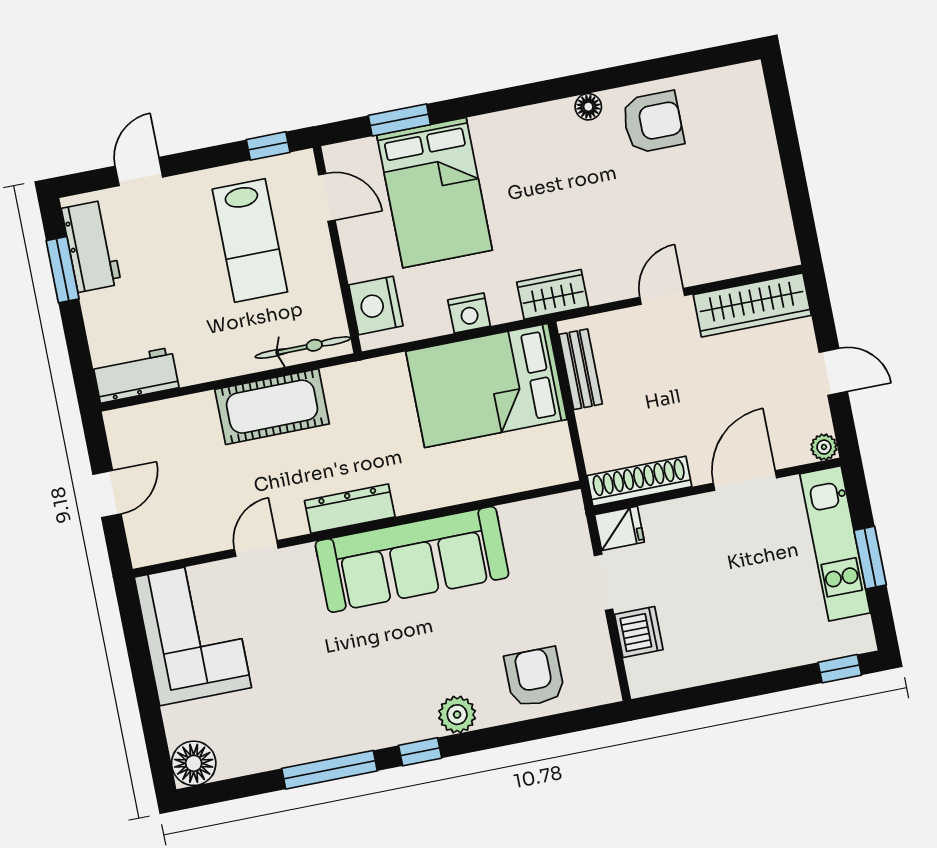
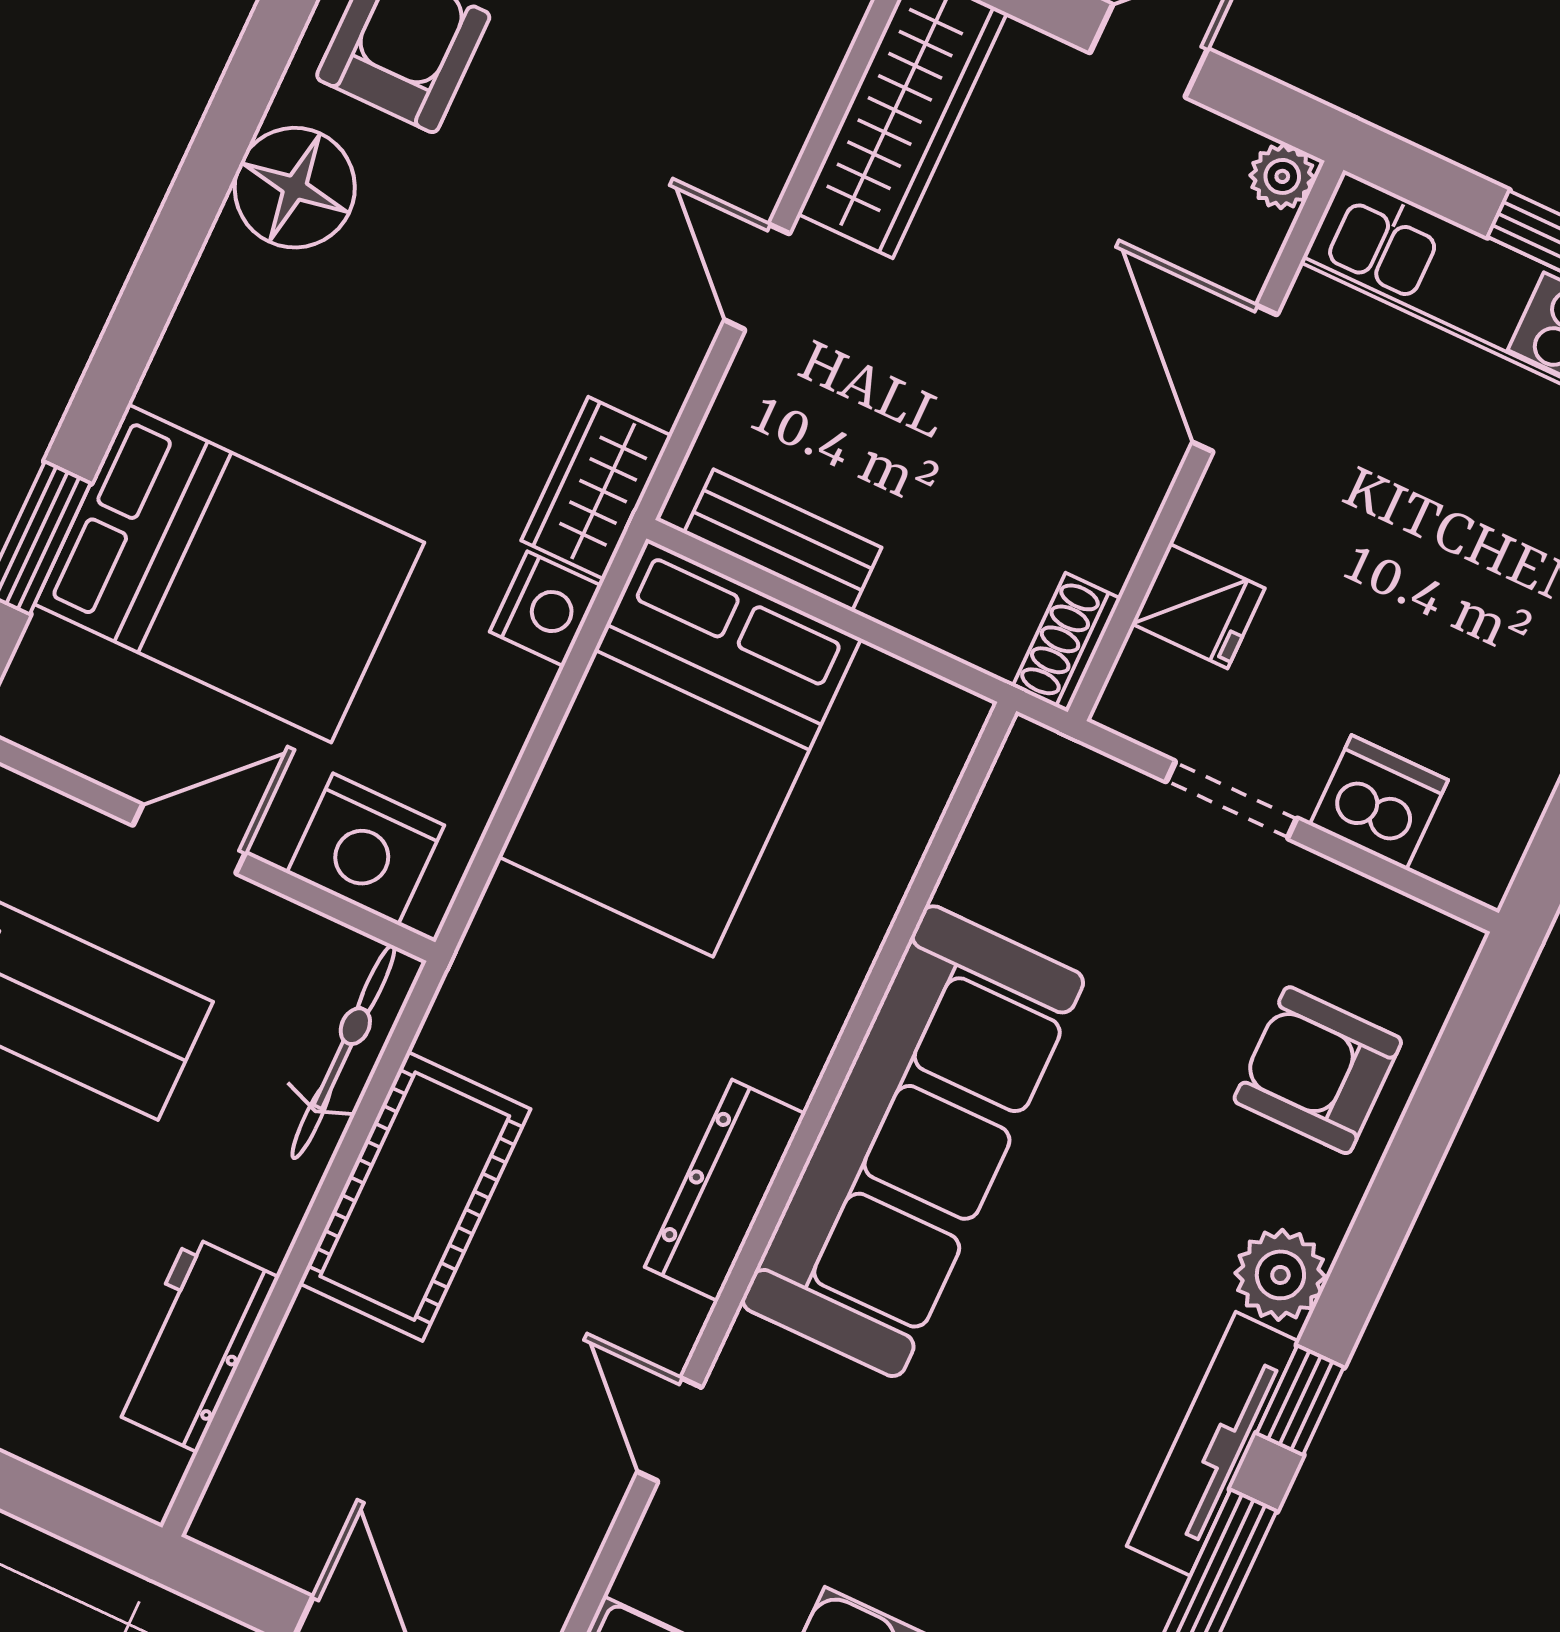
floor lamp: (588, 107) -> (295, 188), width x1.89, depth x1.89
door: (327, 197) -> (189, 839), moved
nightstand: (469, 313) -> (546, 609), moved
workbench: (136, 375) -> (193, 1344), moved
shoe rack: (639, 481) -> (1067, 642), width x0.51, depth x0.81
fridge: (619, 528) -> (1198, 606), moved, turned 90
tv unit: (384, 733) -> (1213, 1444), added

